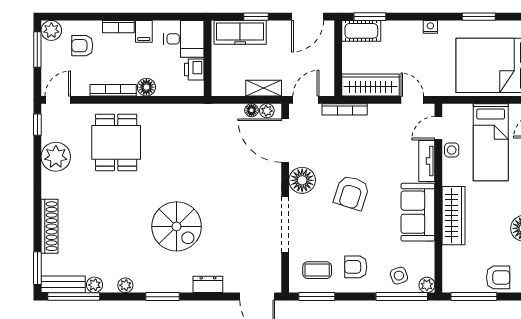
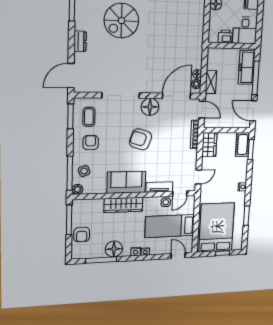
window: (256, 17) -> (256, 78), width x2.17
wardrobe: (371, 85) -> (209, 145), width x0.67
door: (438, 128) -> (180, 194), swing flipped

